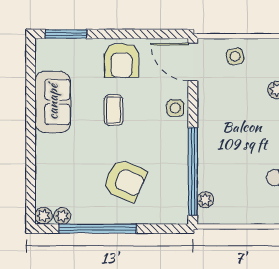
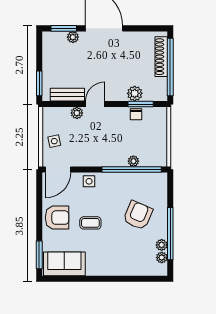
sofa: (53, 102) -> (64, 264), moved
plant: (205, 200) -> (133, 161), moved
plant: (44, 216) -> (162, 245), moved

